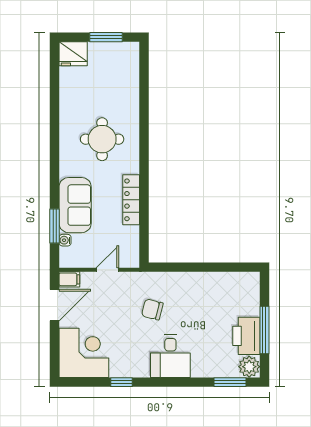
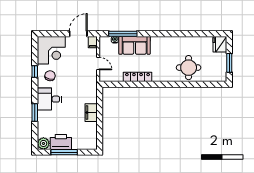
round table: (102, 139) -> (189, 68), moved
window: (55, 226) -> (123, 34), width x1.44
filing cabinet: (194, 282) -> (91, 113), added
door: (55, 305) -> (78, 34), swing flipped
chair: (152, 309) -> (50, 76), moved
window: (230, 382) -> (35, 112), moved

